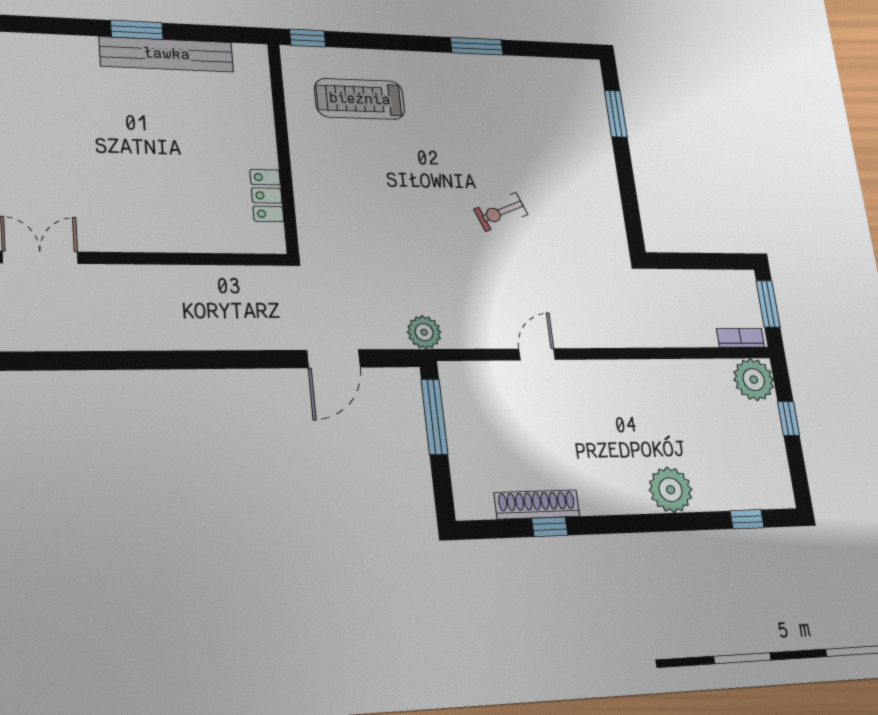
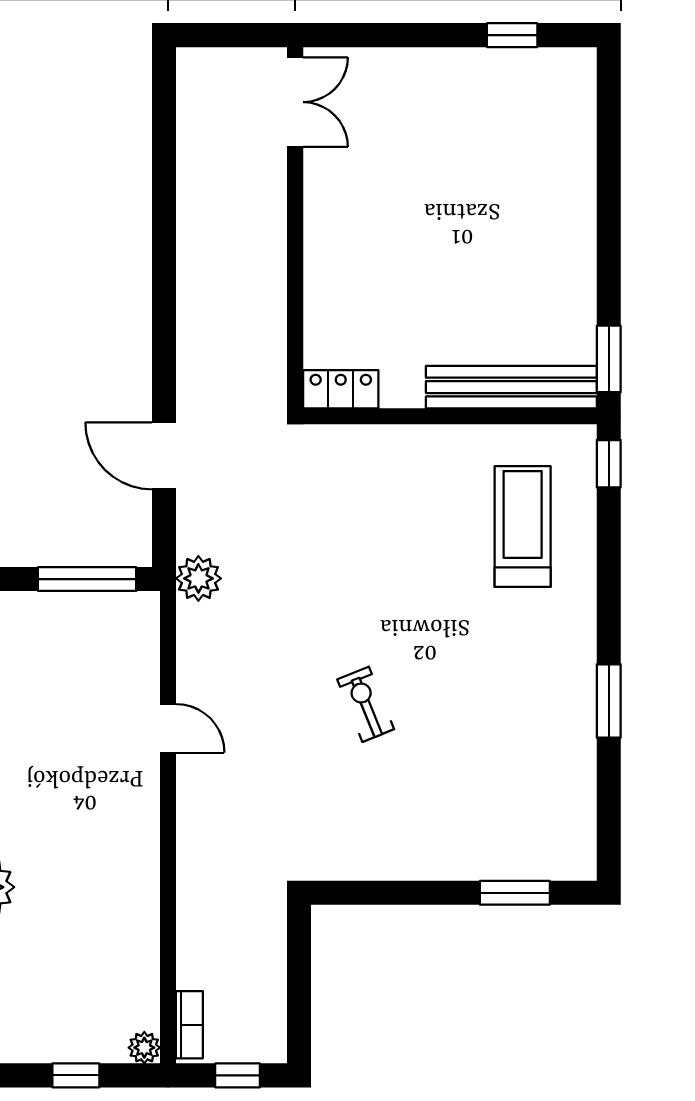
window: (137, 30) -> (609, 359), moved
bench: (167, 54) -> (511, 387), moved, turned 90
locker: (267, 195) -> (341, 389), moved
window: (768, 304) -> (238, 1075), width x0.67
plant: (754, 380) -> (144, 1048), width x0.53, depth x0.53

